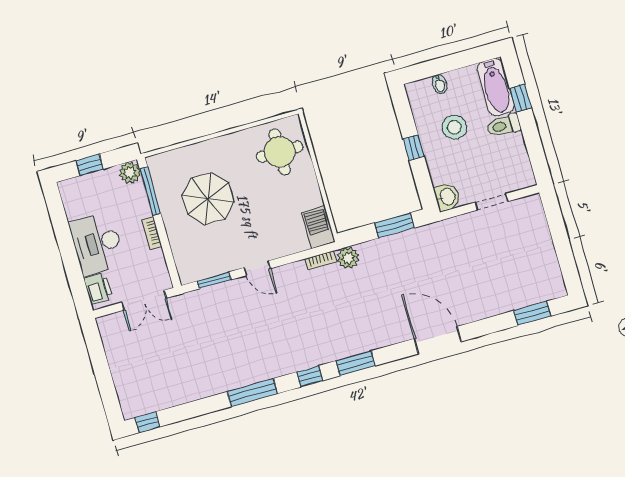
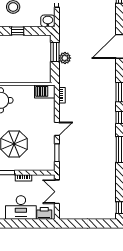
plant: (348, 258) -> (65, 58), moved
double door: (144, 300) -> (57, 192), swing flipped

